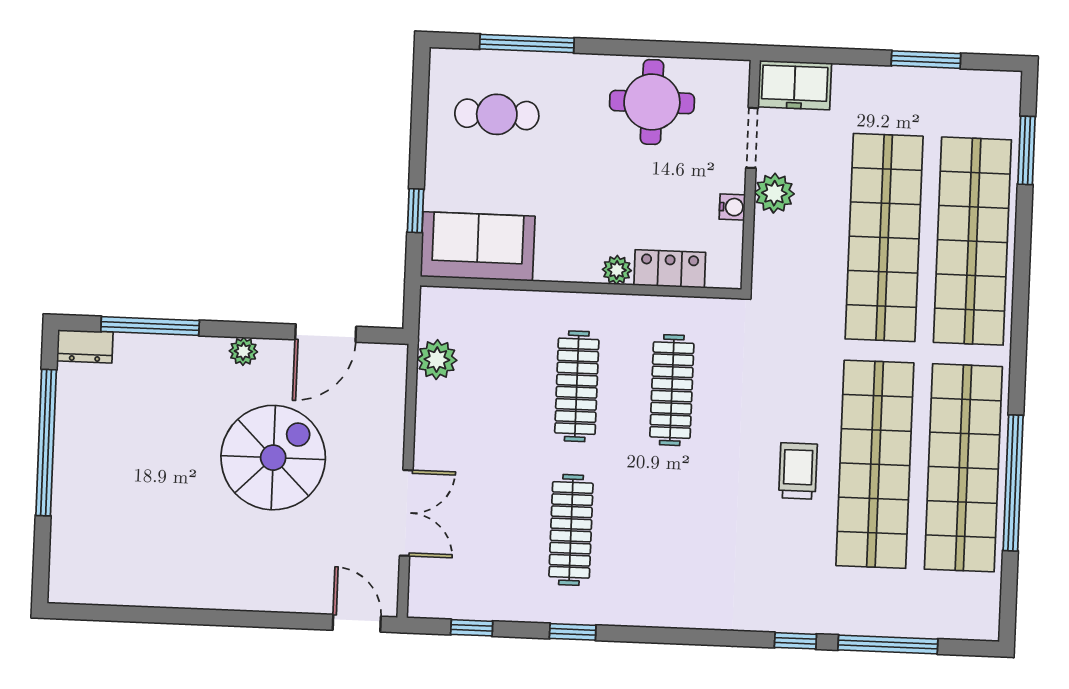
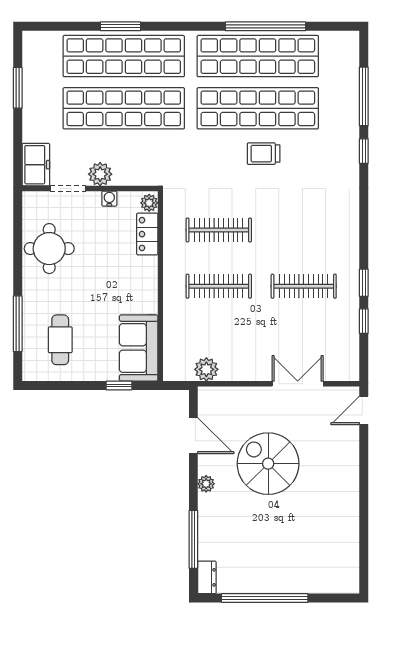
window: (1026, 150) -> (121, 26), moved
plant: (617, 270) -> (149, 203), moved
window: (472, 628) -> (364, 321), moved

